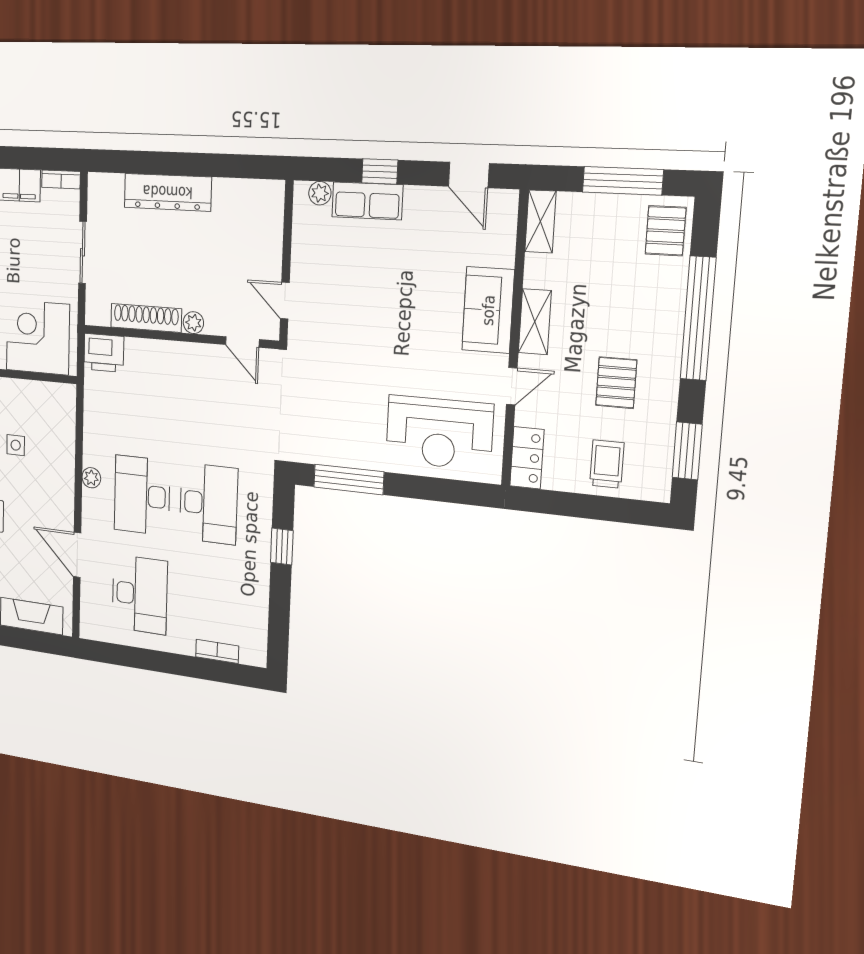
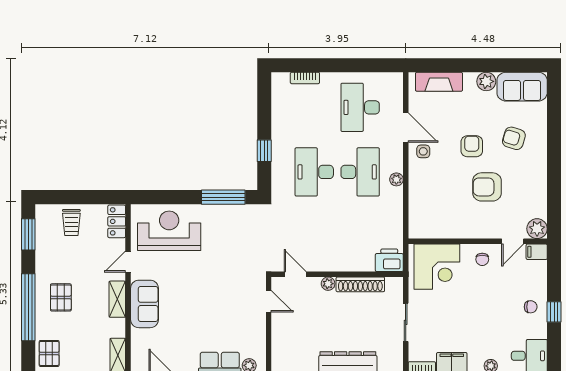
pallet: (616, 383) -> (61, 297), moved
side table: (16, 445) -> (423, 151), moved

